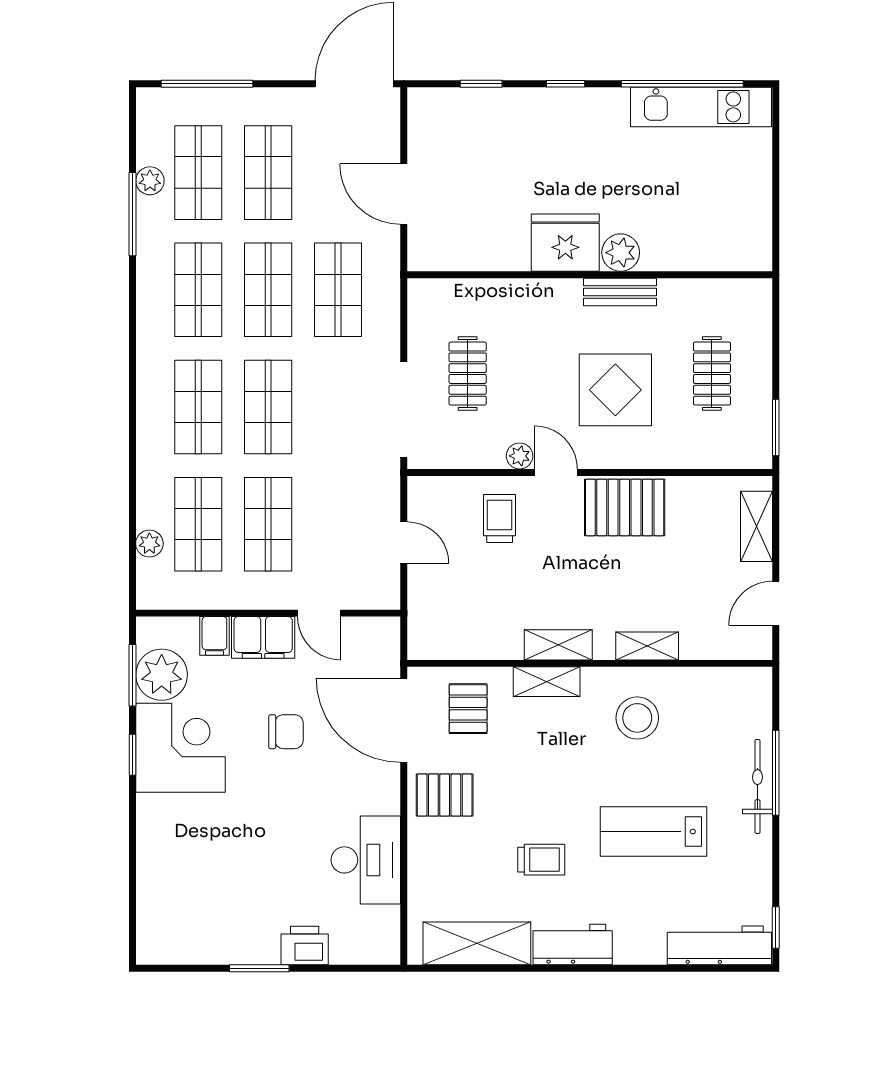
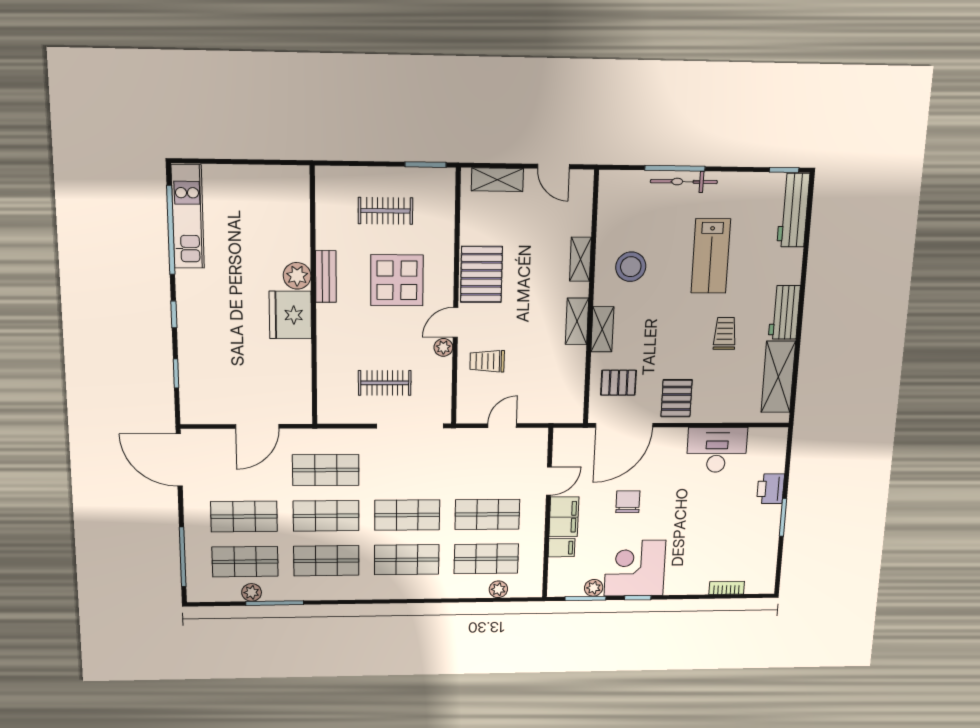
plant: (162, 675) -> (594, 588), width x0.53, depth x0.53
bookcase: (146, 890) -> (727, 588), added

